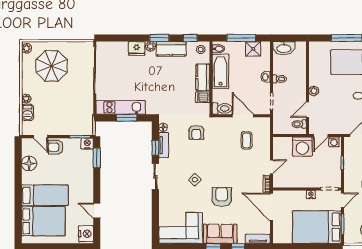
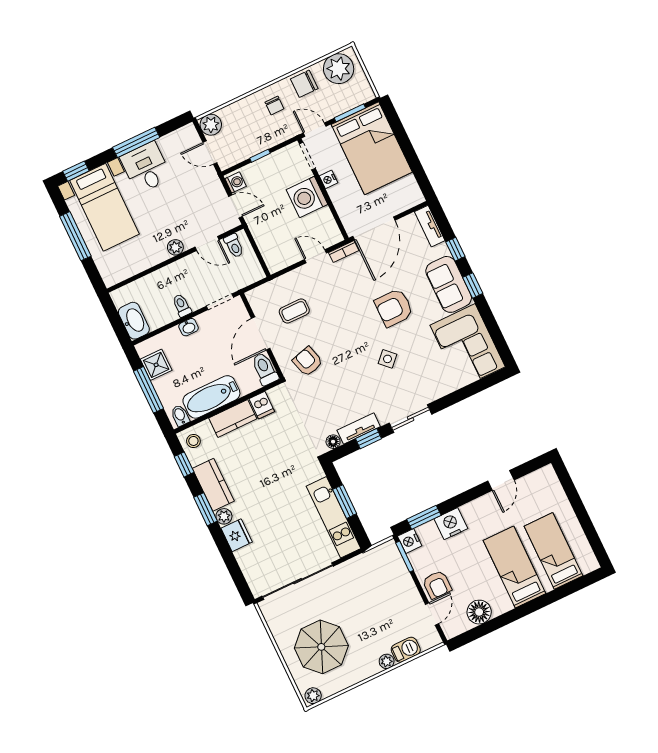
armchair: (196, 132) -> (308, 361), moved, turned -106
washing machine: (302, 147) -> (307, 197), moved, turned 180
bed: (43, 221) -> (553, 551), width x0.67
nightstand: (86, 234) -> (451, 524), moved

